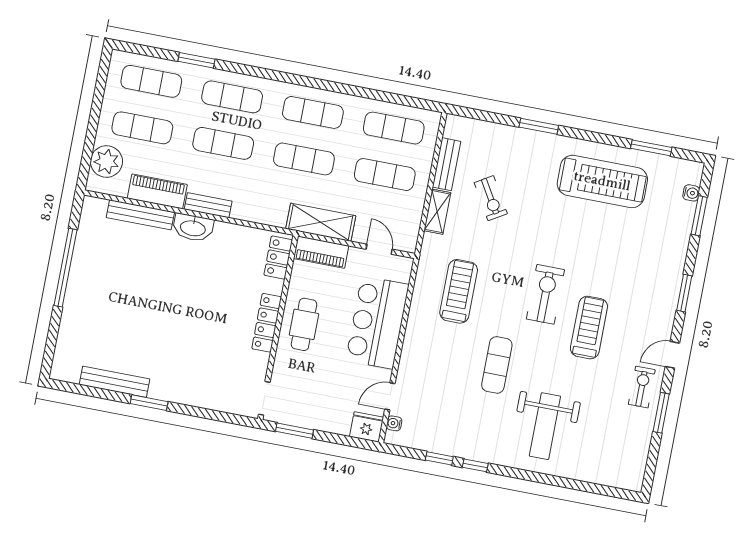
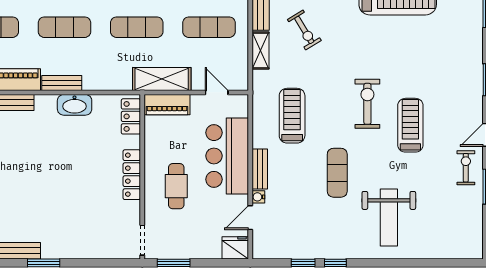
washbasin: (193, 228) -> (75, 105), moved
cafe table: (304, 324) -> (176, 186), moved
bench: (411, 344) -> (260, 169), added
water cooler: (394, 423) -> (258, 197), moved

